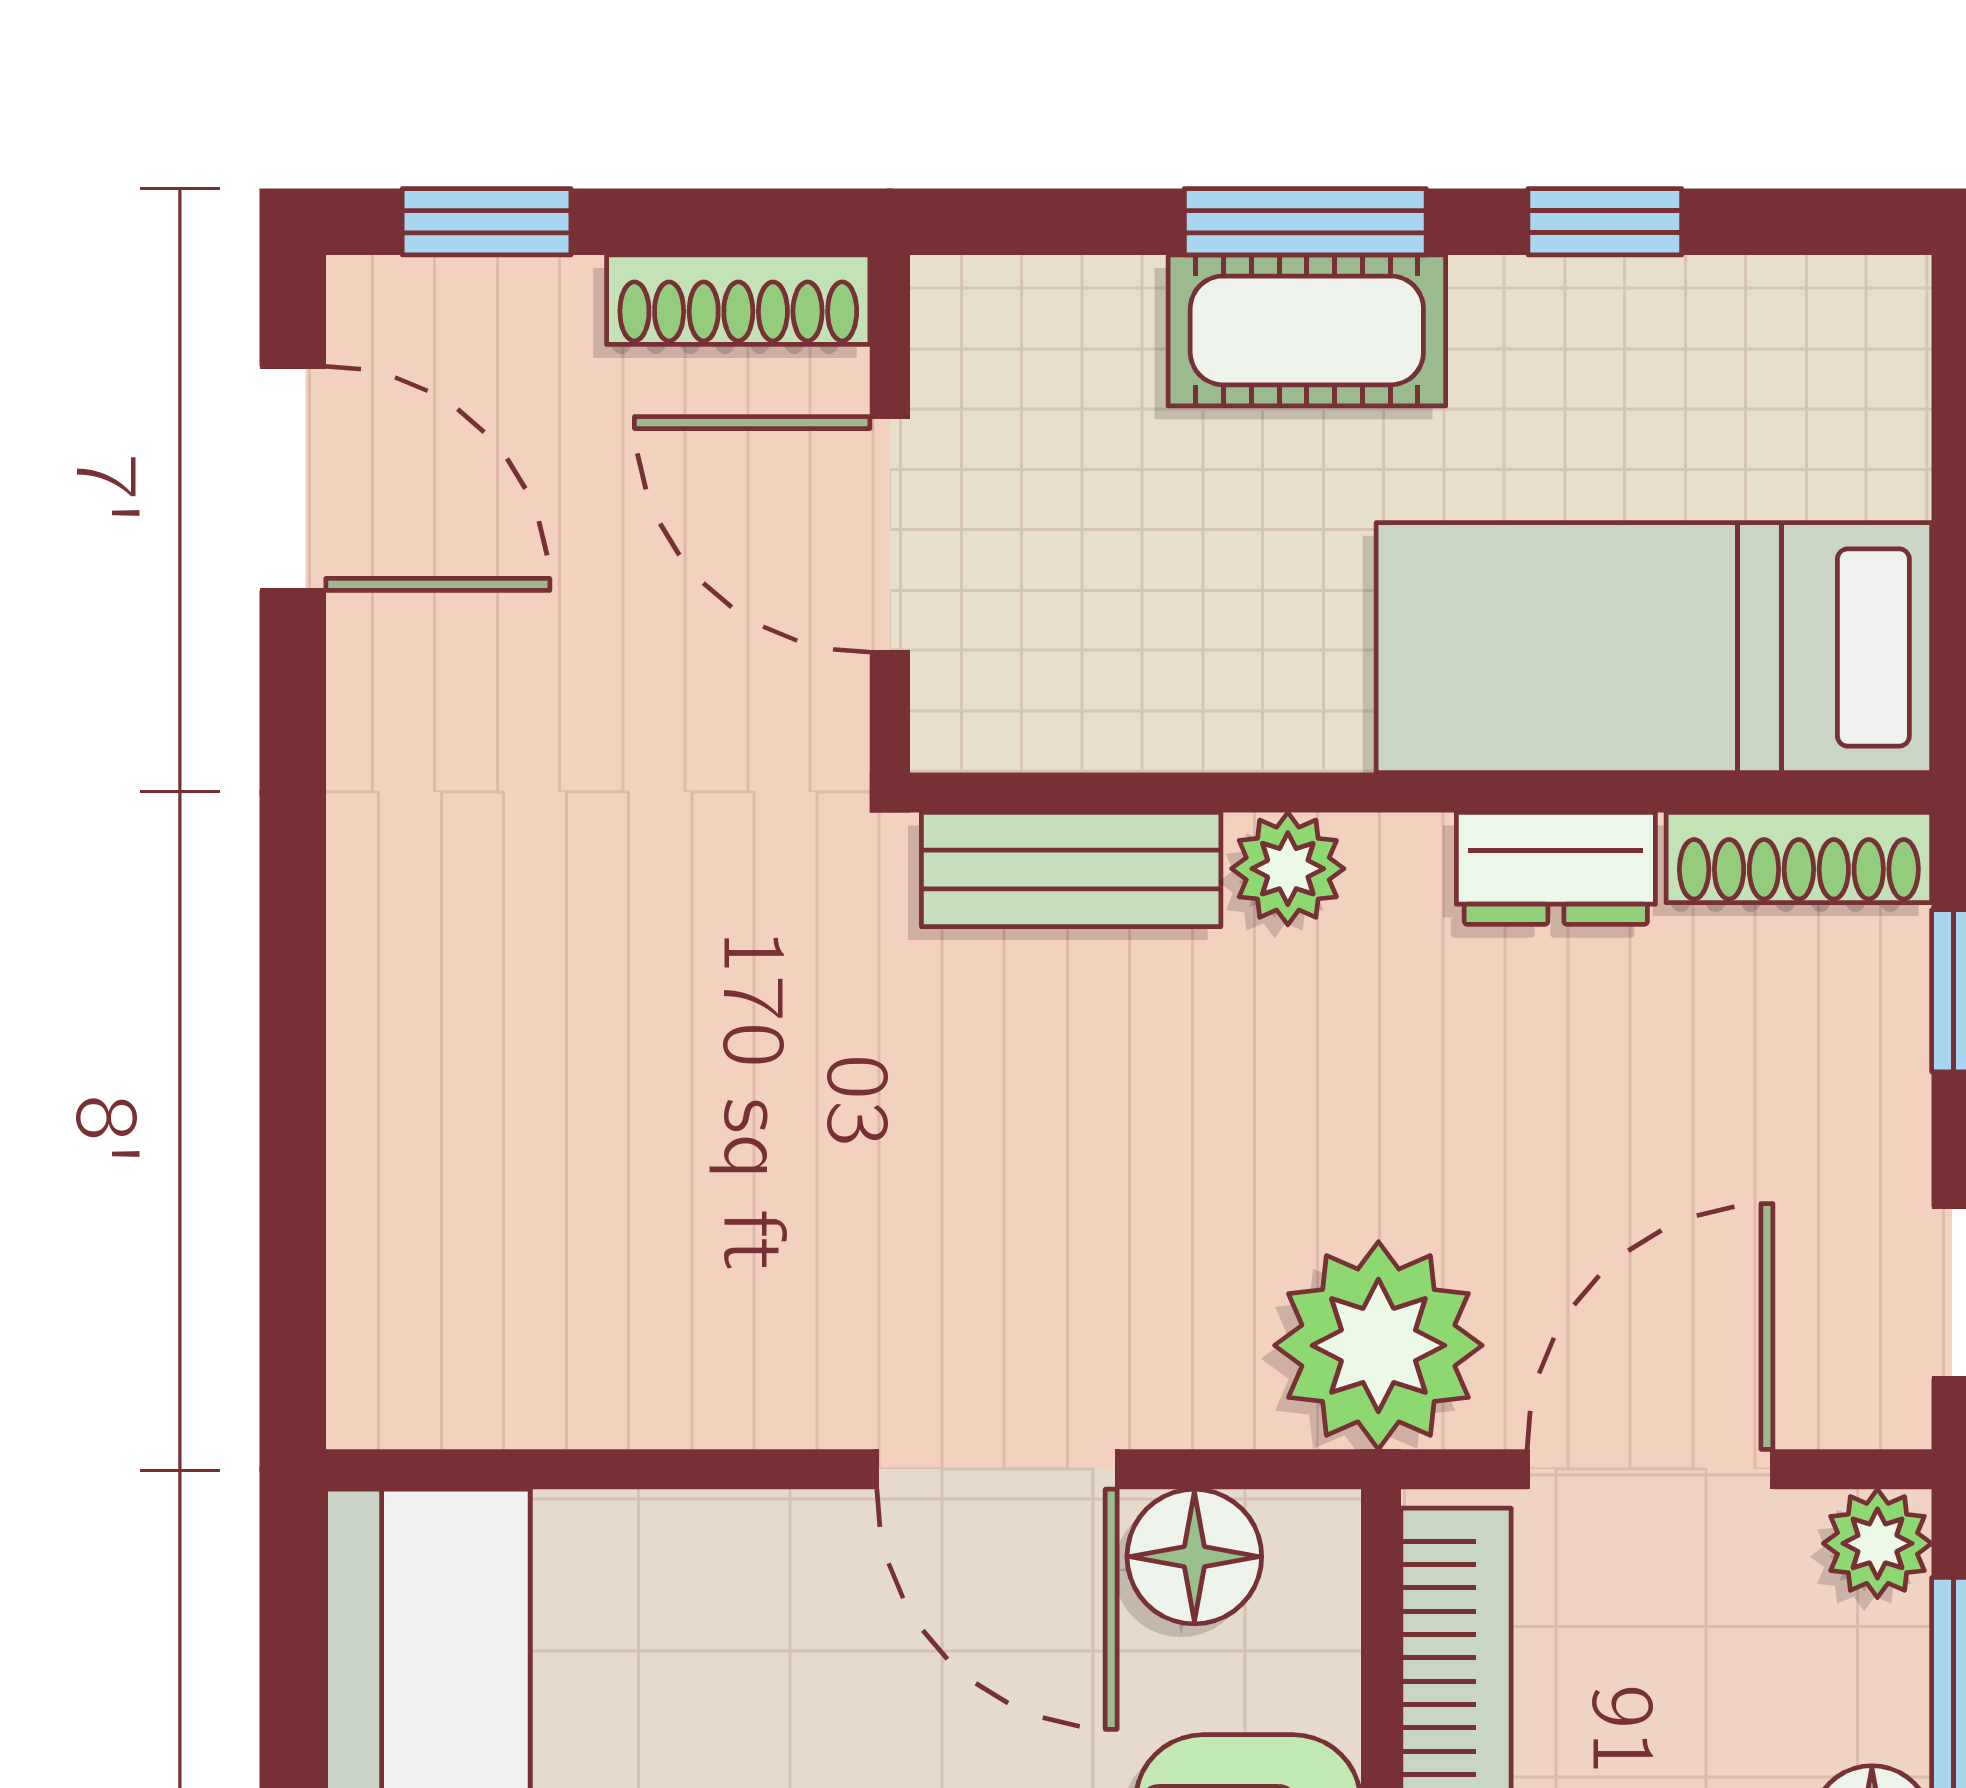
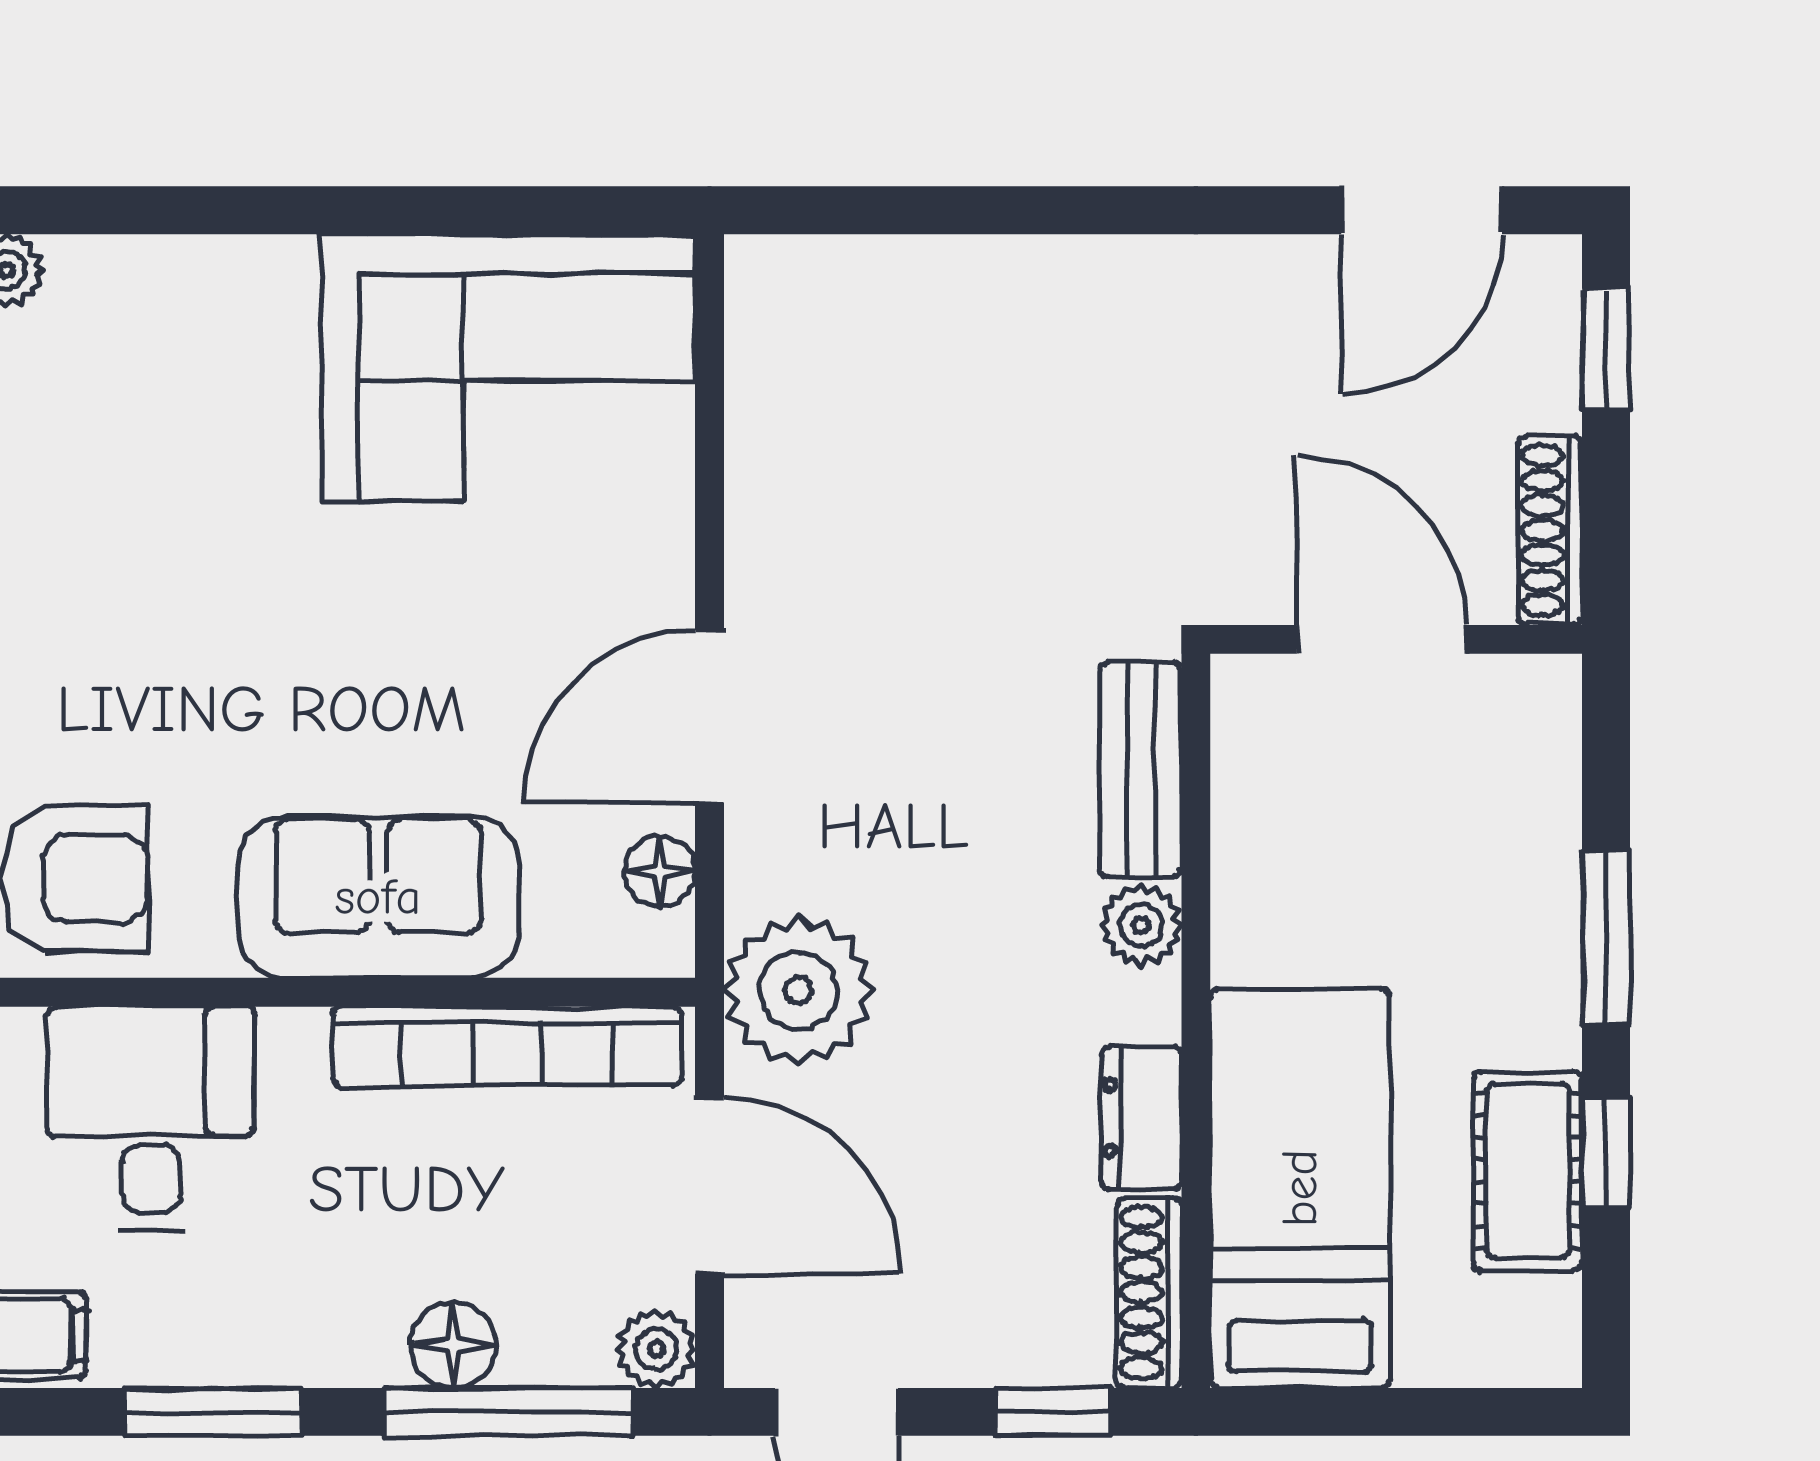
cot: (1307, 330) -> (1528, 1171), moved
door: (890, 534) -> (1381, 639), hinge flipped
floor lamp: (1194, 1557) -> (660, 871), width x0.73, depth x0.73

